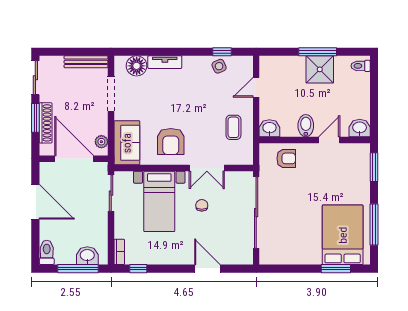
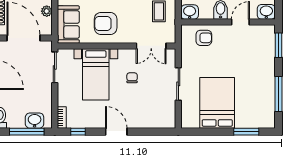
plant: (101, 142) -> (47, 11), moved
armchair: (171, 142) -> (106, 23), turned 90
double door: (207, 168) -> (151, 46), moved
sliding door: (256, 213) -> (178, 84), width x0.54
bed: (343, 235) -> (217, 103), moved
door: (207, 269) -> (116, 132), moved

